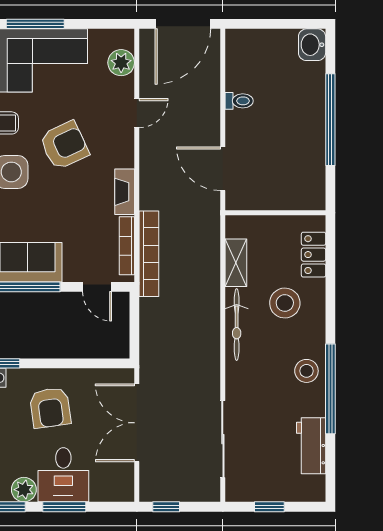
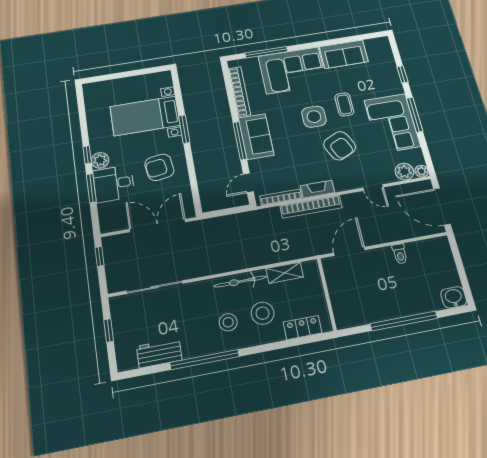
plant: (125, 38) -> (421, 171), added
bookcase: (149, 254) -> (311, 207), moved
stool: (306, 371) -> (228, 322), moved

